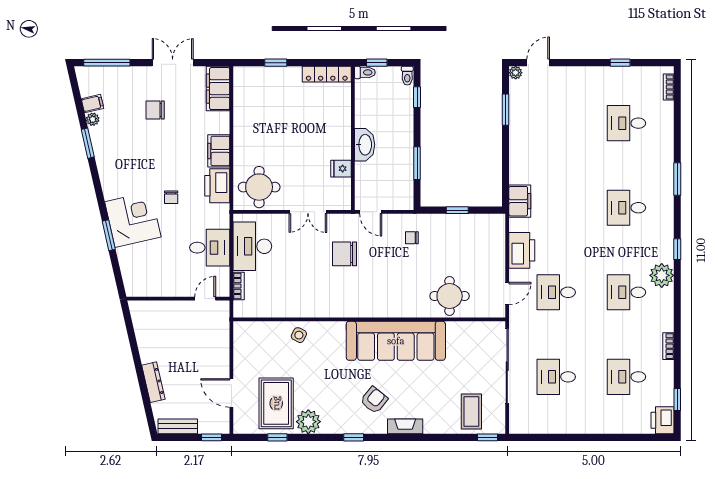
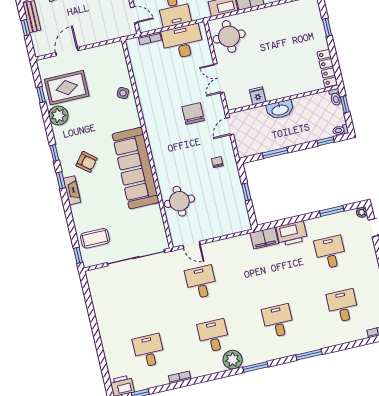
window: (677, 249) -> (255, 367), width x1.50
printer: (522, 250) -> (292, 233), moved
desk: (556, 377) -> (330, 252), moved
window: (211, 437) -> (26, 28), moved
window: (390, 437) -> (61, 180), added

